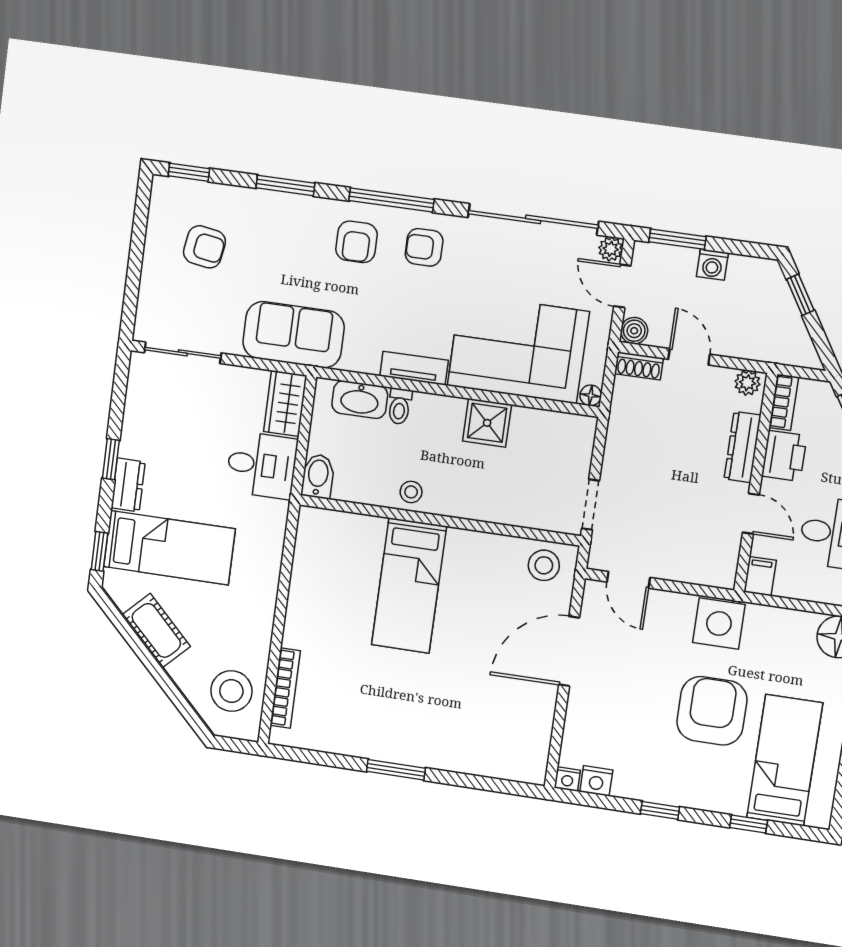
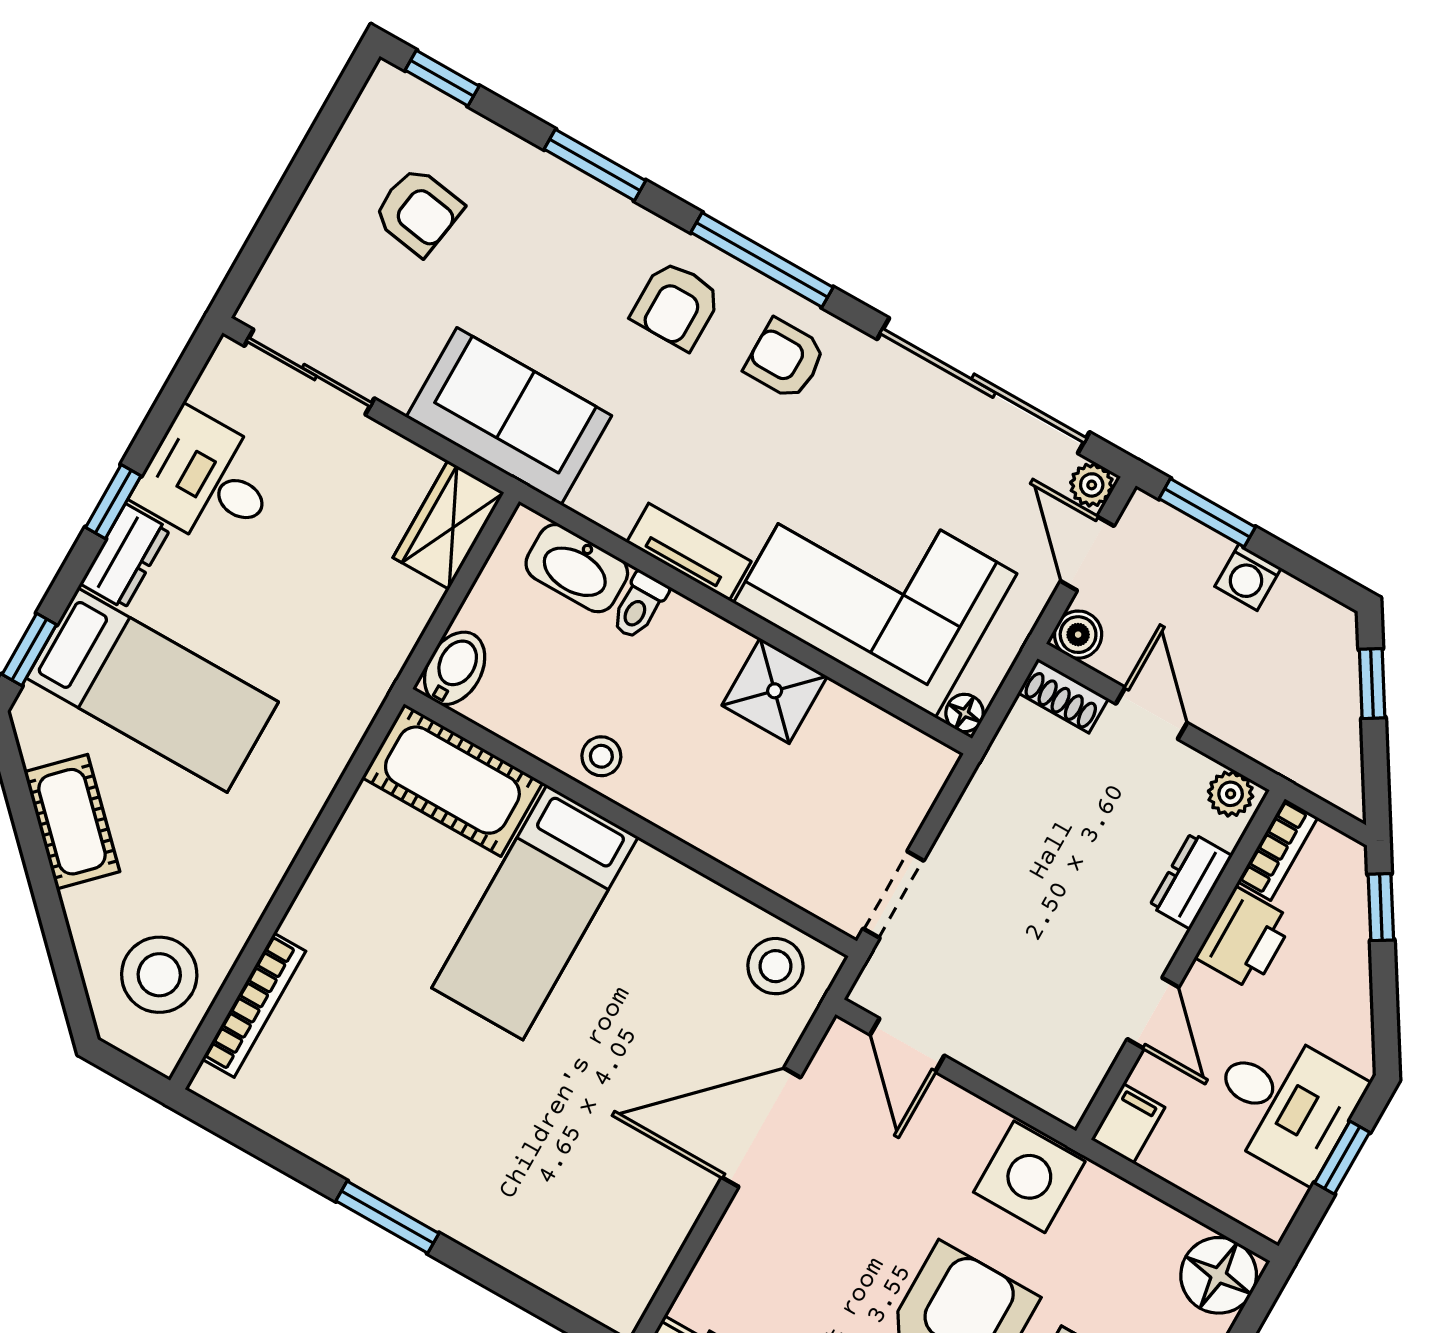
dresser: (742, 447) -> (1191, 881), width x0.70
desk: (262, 465) -> (208, 481), moved, turned 180
cot: (340, 534) -> (452, 780), added

